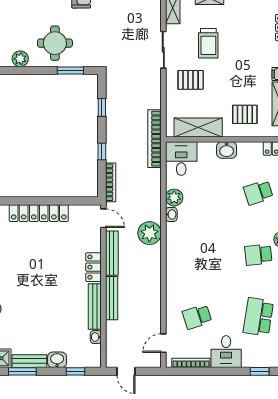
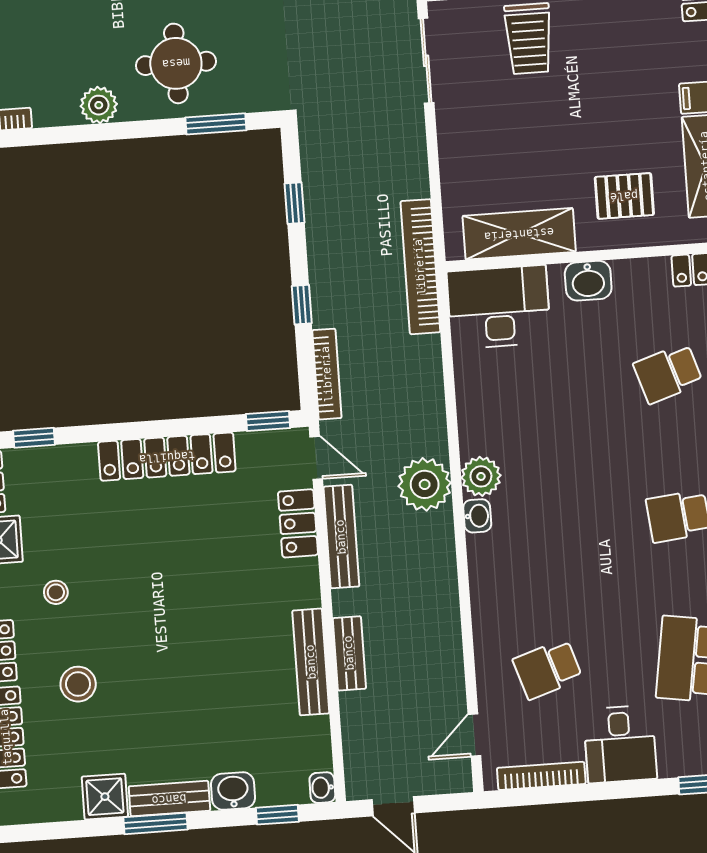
pallet: (191, 80) -> (494, 126), removed
desk: (181, 159) -> (499, 307), width x1.37
plant: (174, 198) -> (481, 476), moved
window: (84, 201) -> (268, 421), added
washbasin: (171, 214) -> (477, 516), moved
locker: (93, 267) -> (298, 523), moved
bench: (112, 298) -> (349, 653), width x0.73
washbasin: (96, 337) -> (322, 788), moved

